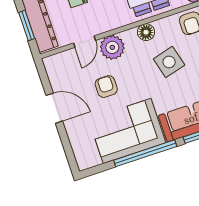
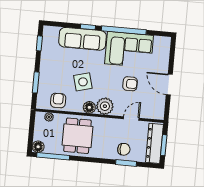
plant: (112, 47) -> (105, 106), moved
armchair: (106, 87) -> (130, 84), turned -90

